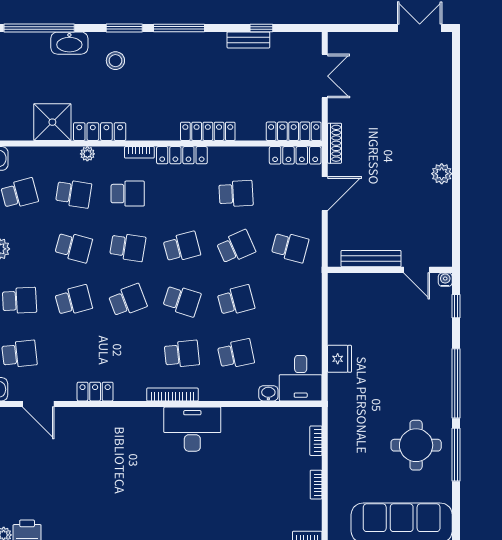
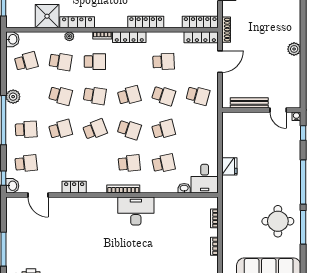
school desk: (236, 247) -> (164, 95), turned 42

